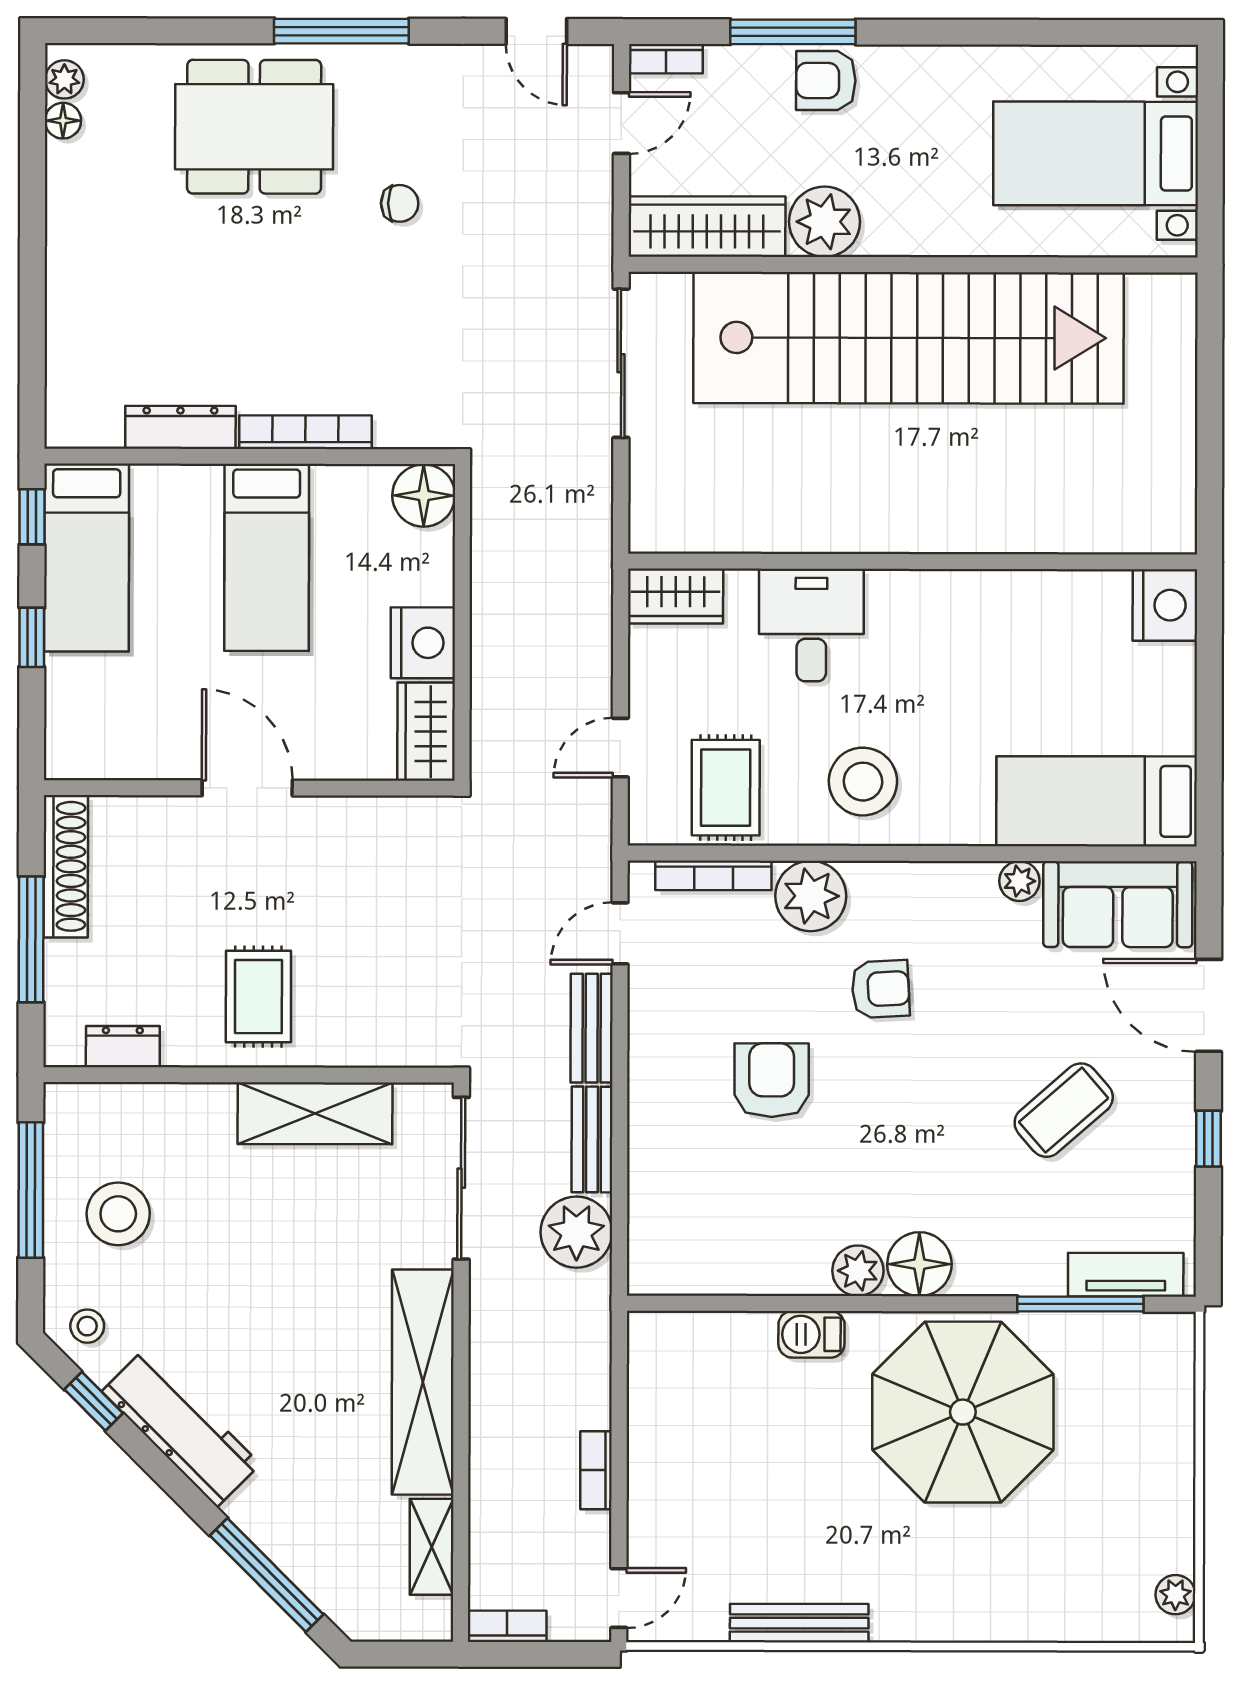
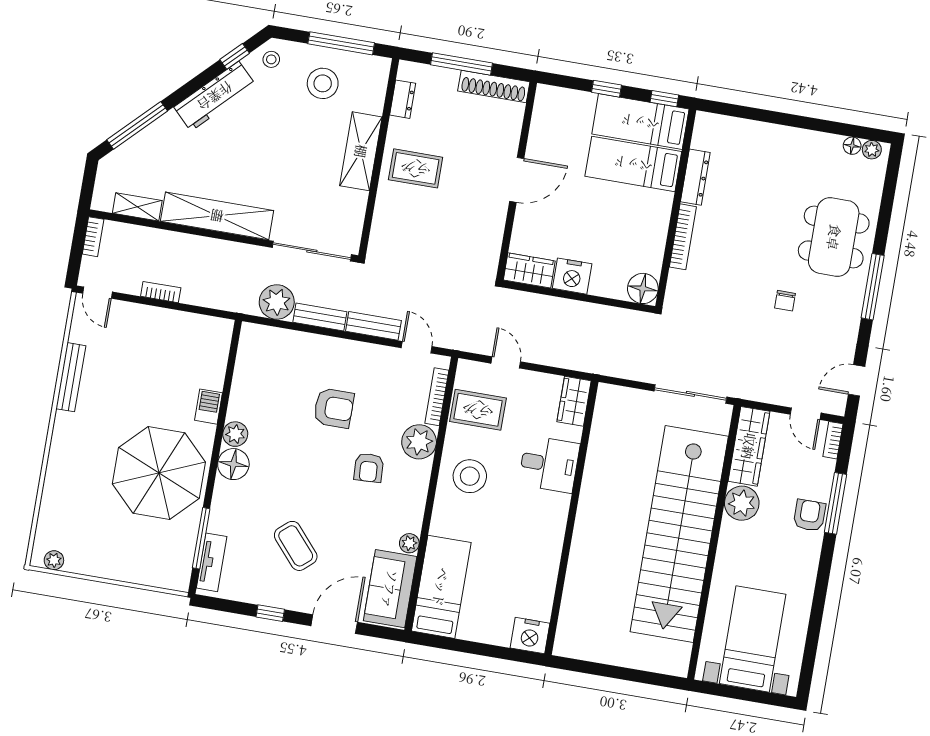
bed: (267, 557) -> (633, 164), moved
shelving: (315, 1113) -> (361, 151), moved

